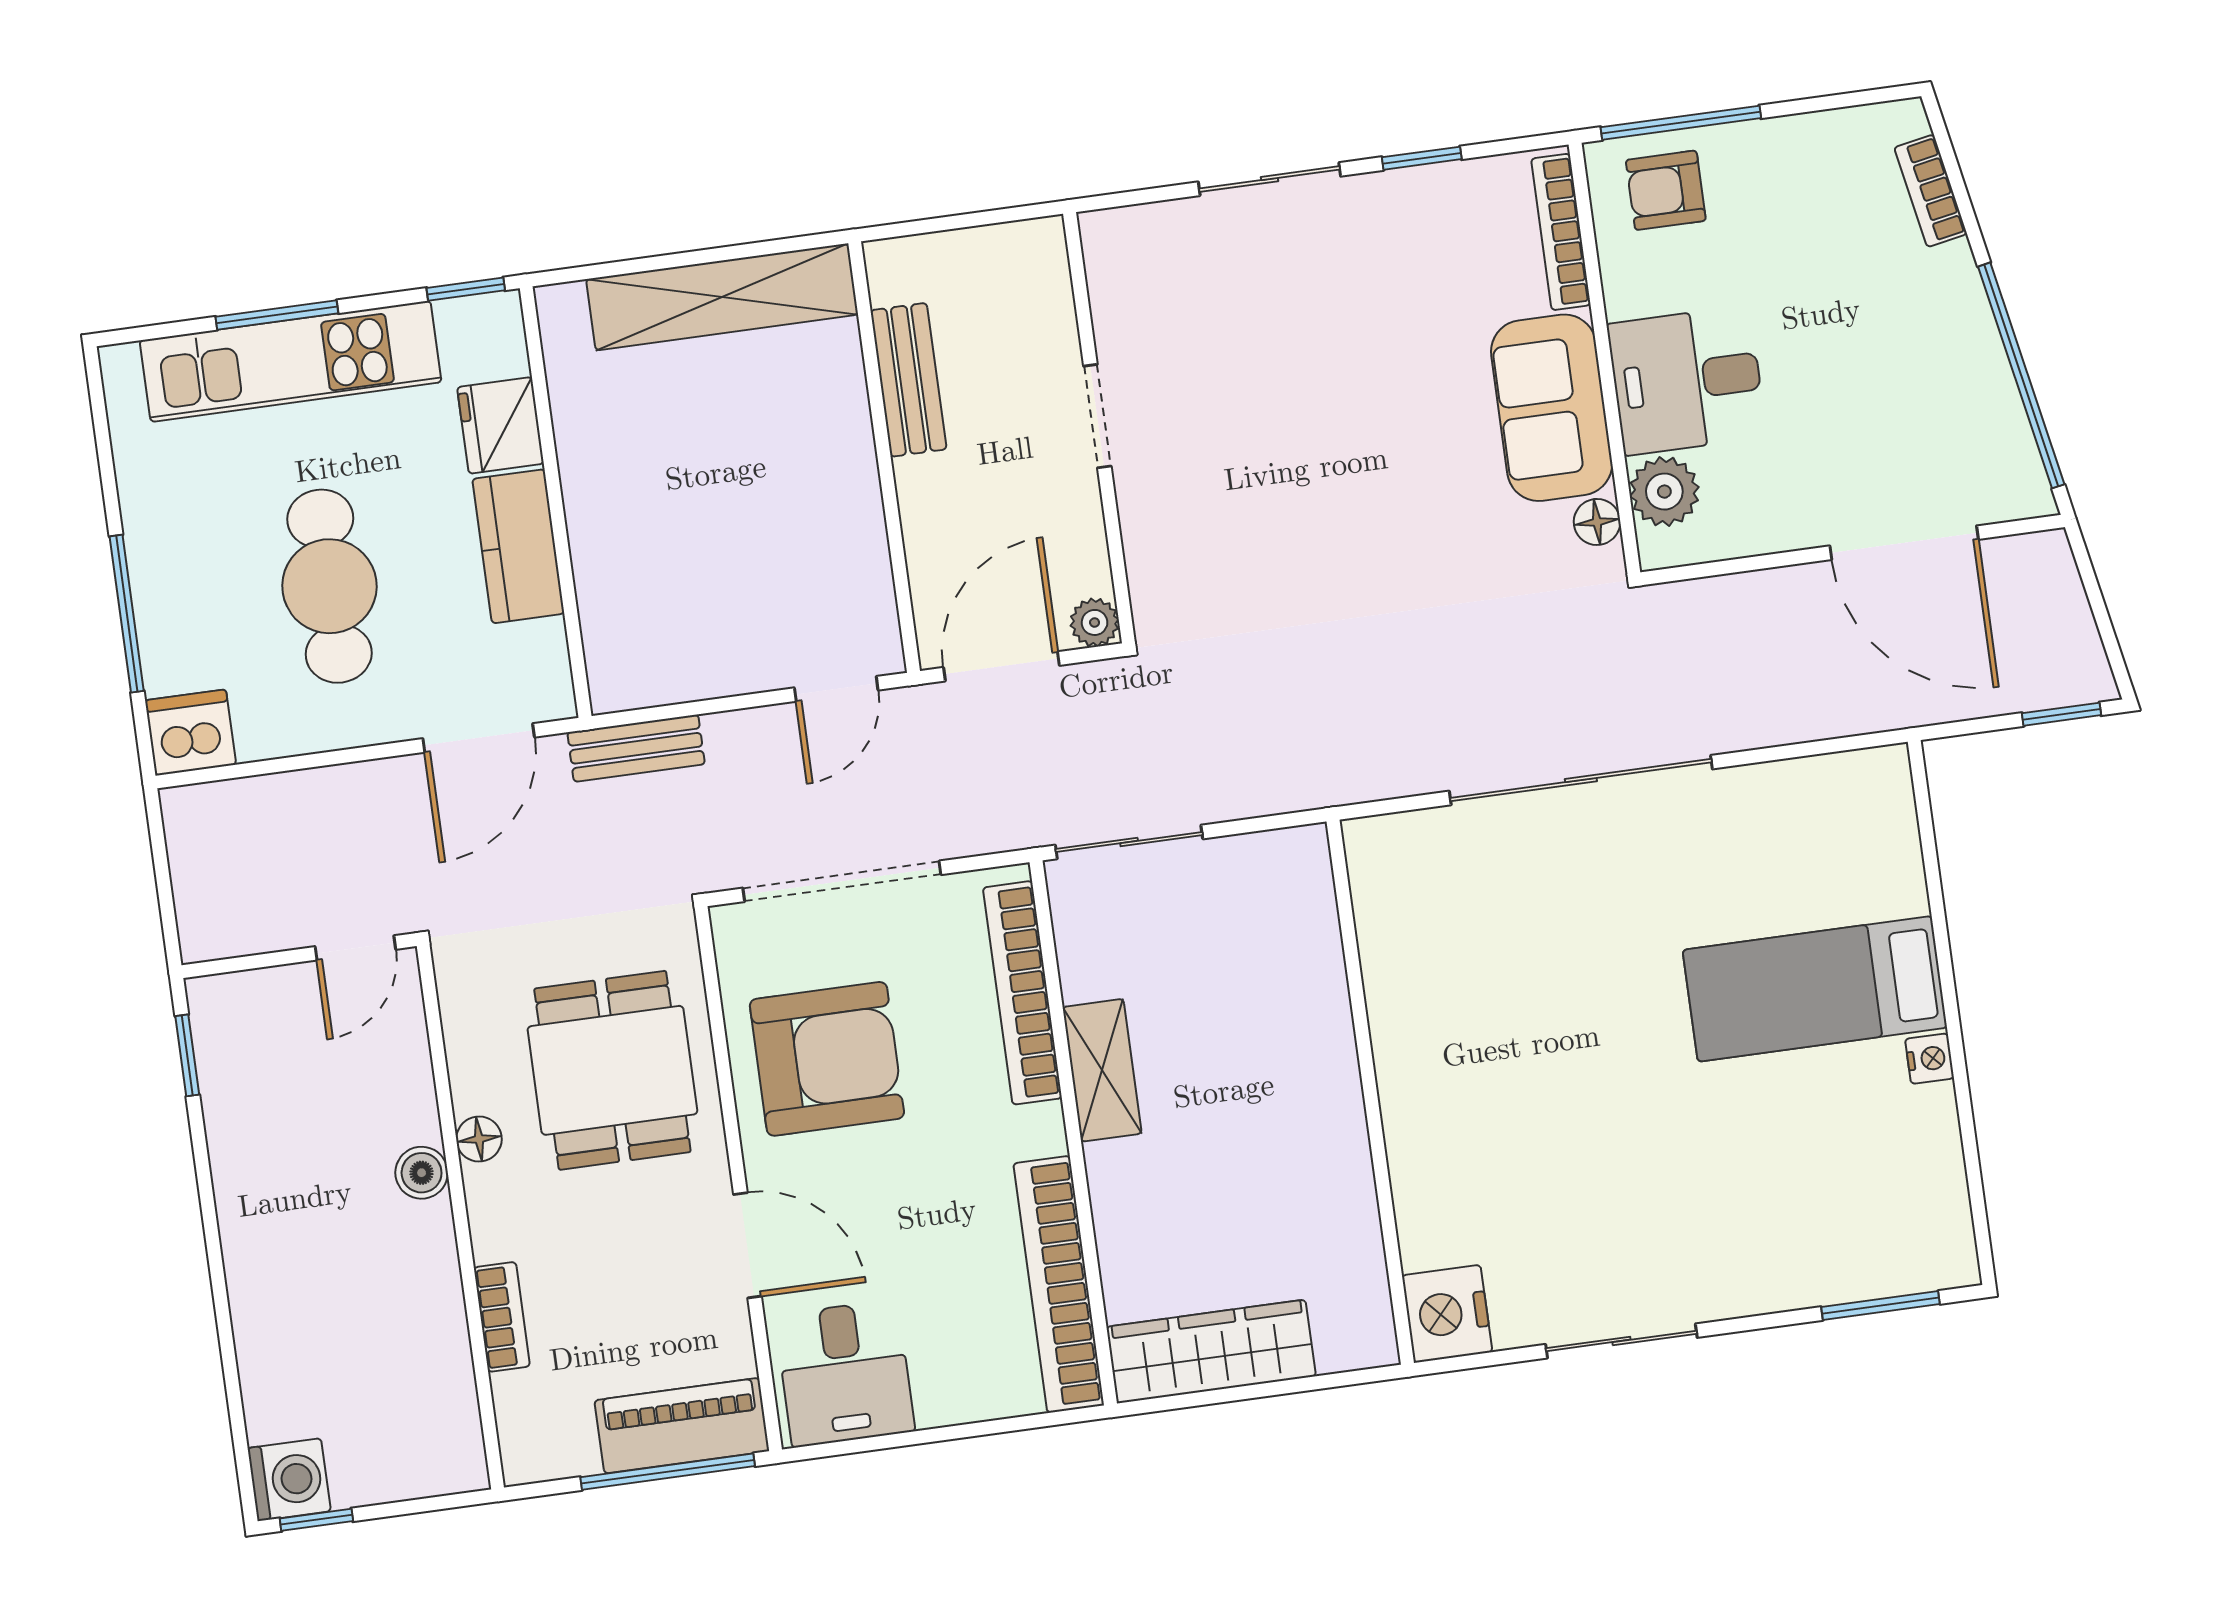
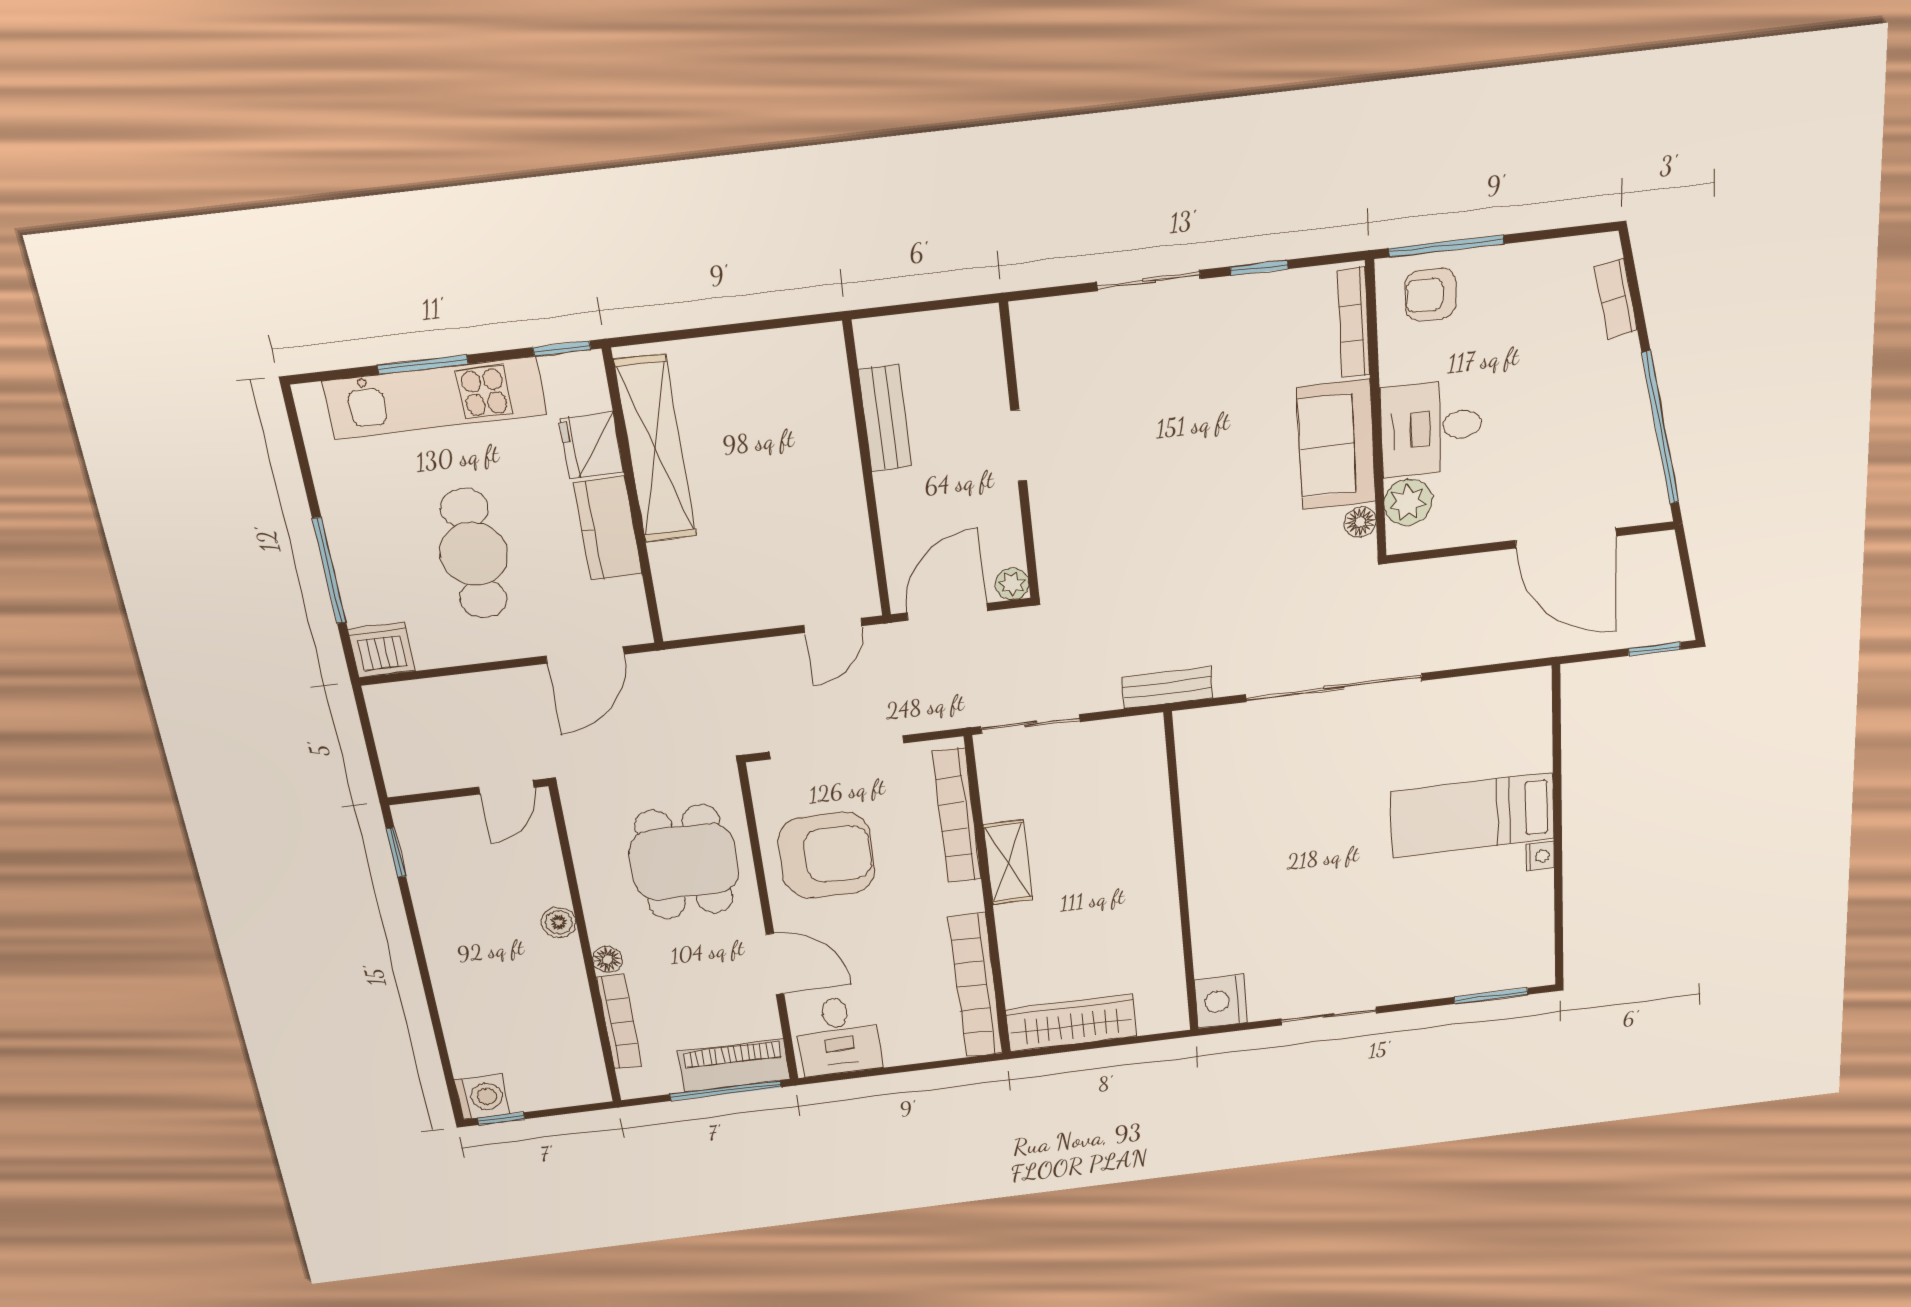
shelving: (722, 297) -> (655, 449), moved, turned 90
bench: (636, 748) -> (1167, 688), moved
floor lamp: (479, 1139) -> (608, 960), moved
bookcase: (502, 1317) -> (619, 1022), width x1.56

